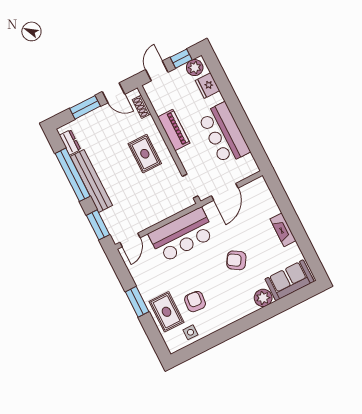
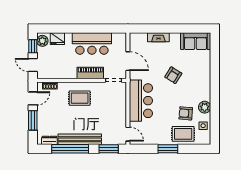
piano: (174, 130) -> (90, 73), moved
fireplace: (283, 230) -> (158, 37), moved
sofa: (290, 280) -> (195, 41), moved, turned -90
plant: (263, 298) -> (205, 107), moved

